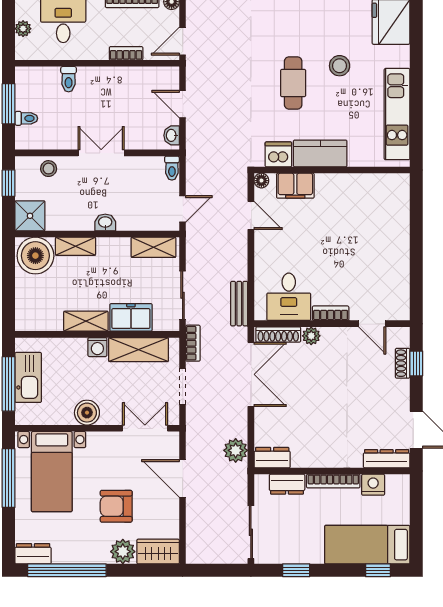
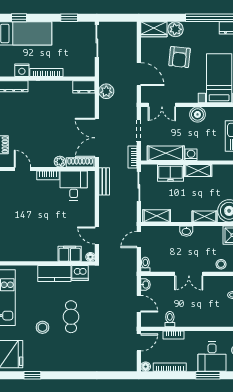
toilet: (69, 79) -> (170, 319), moved
dresser: (287, 484) -> (75, 71), removed
armchair: (116, 506) -> (180, 57), turned 96

